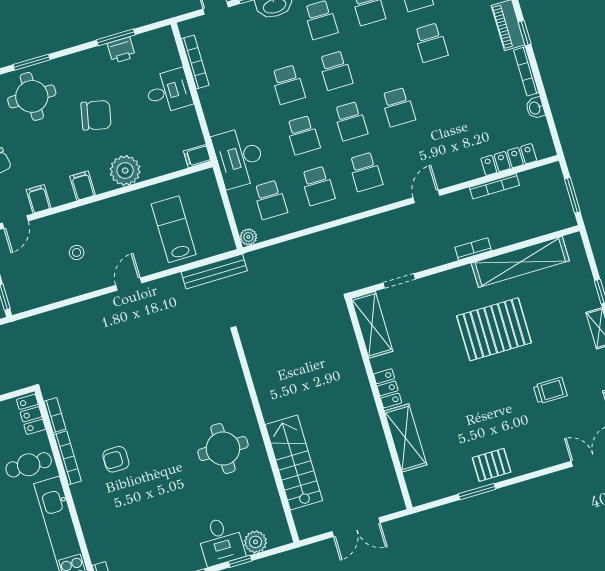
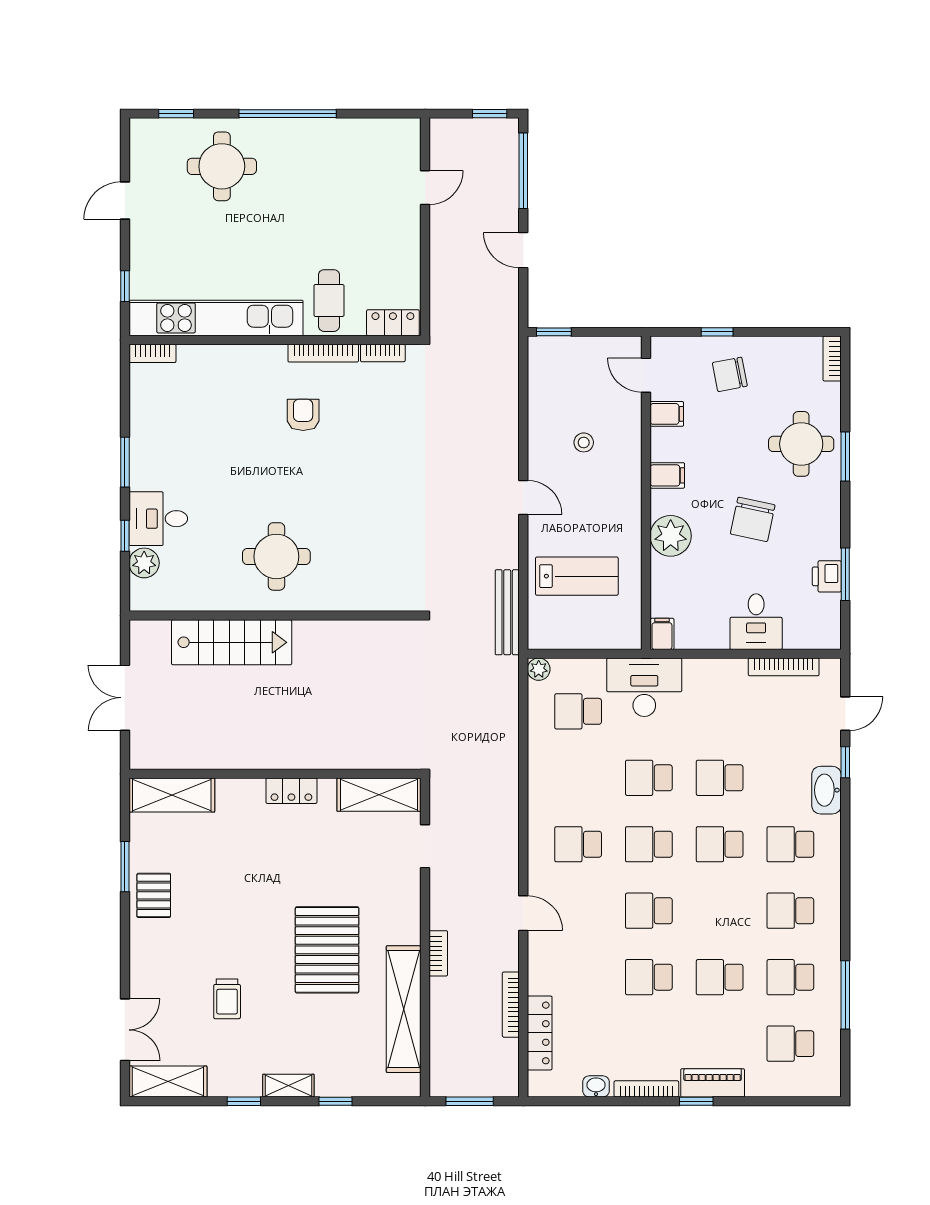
school desk: (318, 186) -> (649, 977), moved
shelving: (405, 438) -> (172, 795), moved

